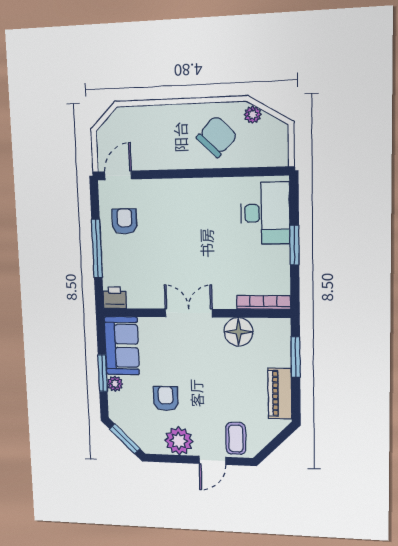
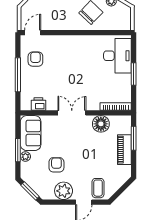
printer: (115, 298) -> (38, 104), moved
piano: (280, 394) -> (124, 150), moved

